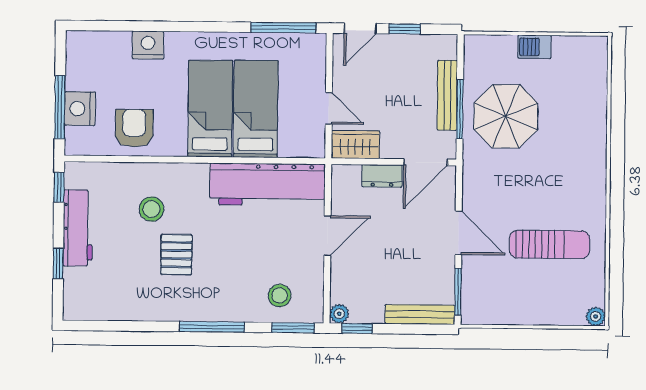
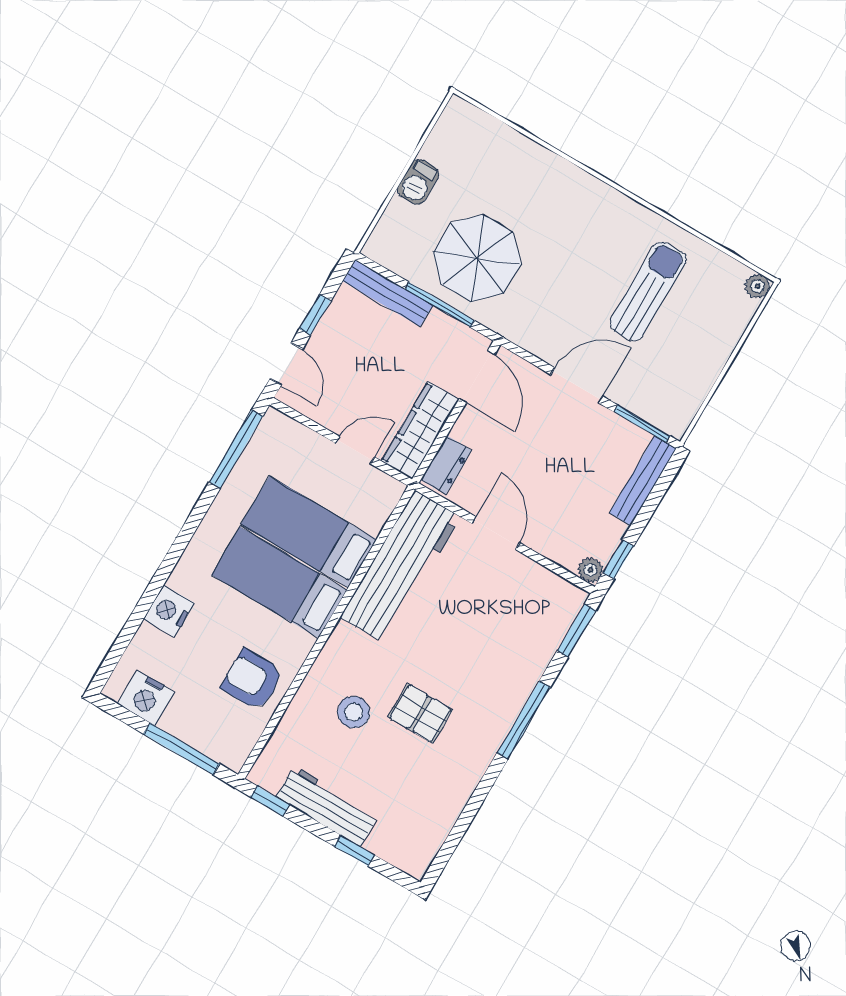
bench: (447, 95) -> (388, 293), moved
nightstand: (80, 109) -> (146, 698), moved
wardrobe: (355, 145) -> (420, 430), width x1.50
dresser: (382, 176) -> (446, 465), moved
stool: (280, 296) -> (532, 625), removed

